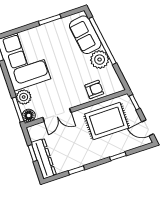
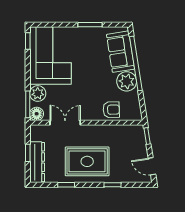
double door: (57, 115) -> (65, 123), swing flipped
rug: (107, 121) -> (87, 161), moved

